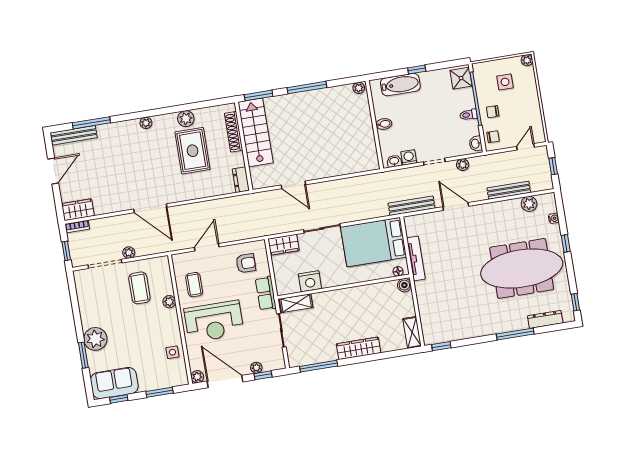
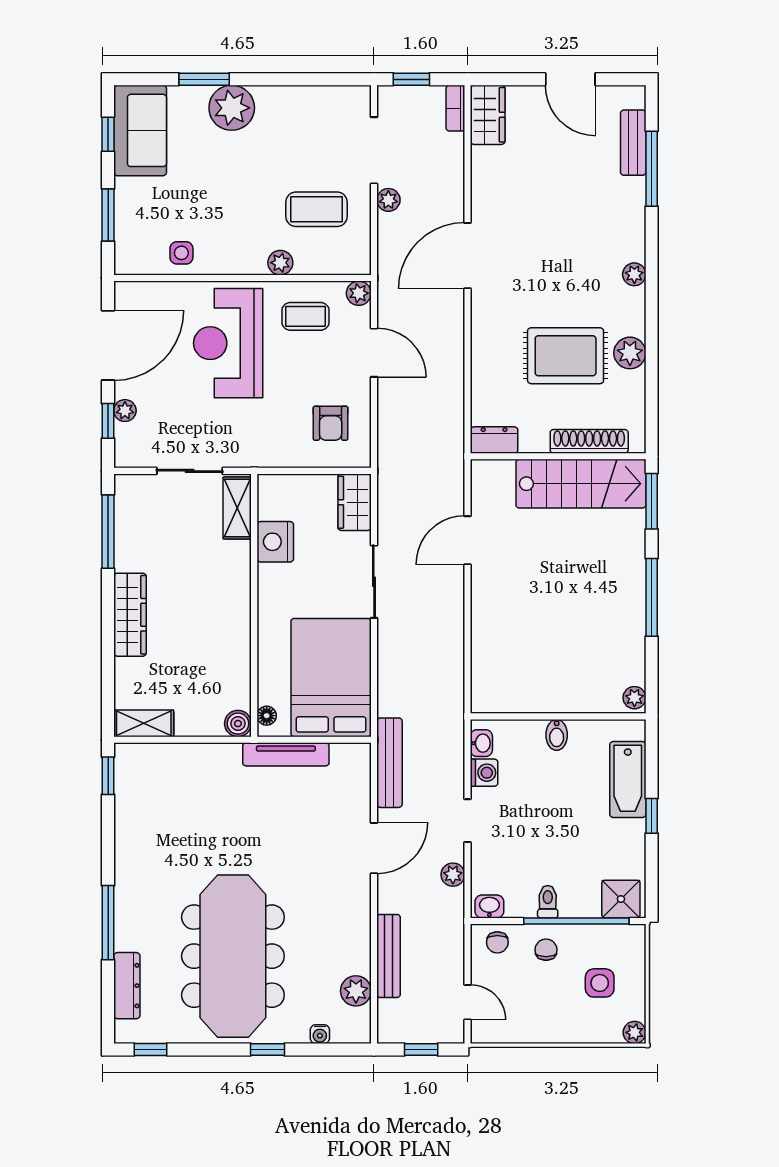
bench: (74, 135) -> (633, 143), width x0.73
row of seats: (266, 293) -> (266, 452), removed
plant: (197, 377) -> (359, 293), moved

